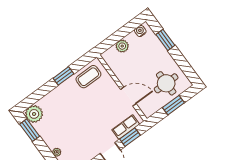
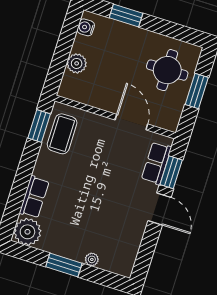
window: (63, 76) -> (39, 126), moved
door: (128, 97) -> (131, 122), hinge flipped
row of seats: (50, 99) -> (34, 197), added
window: (30, 130) -> (64, 265), moved

